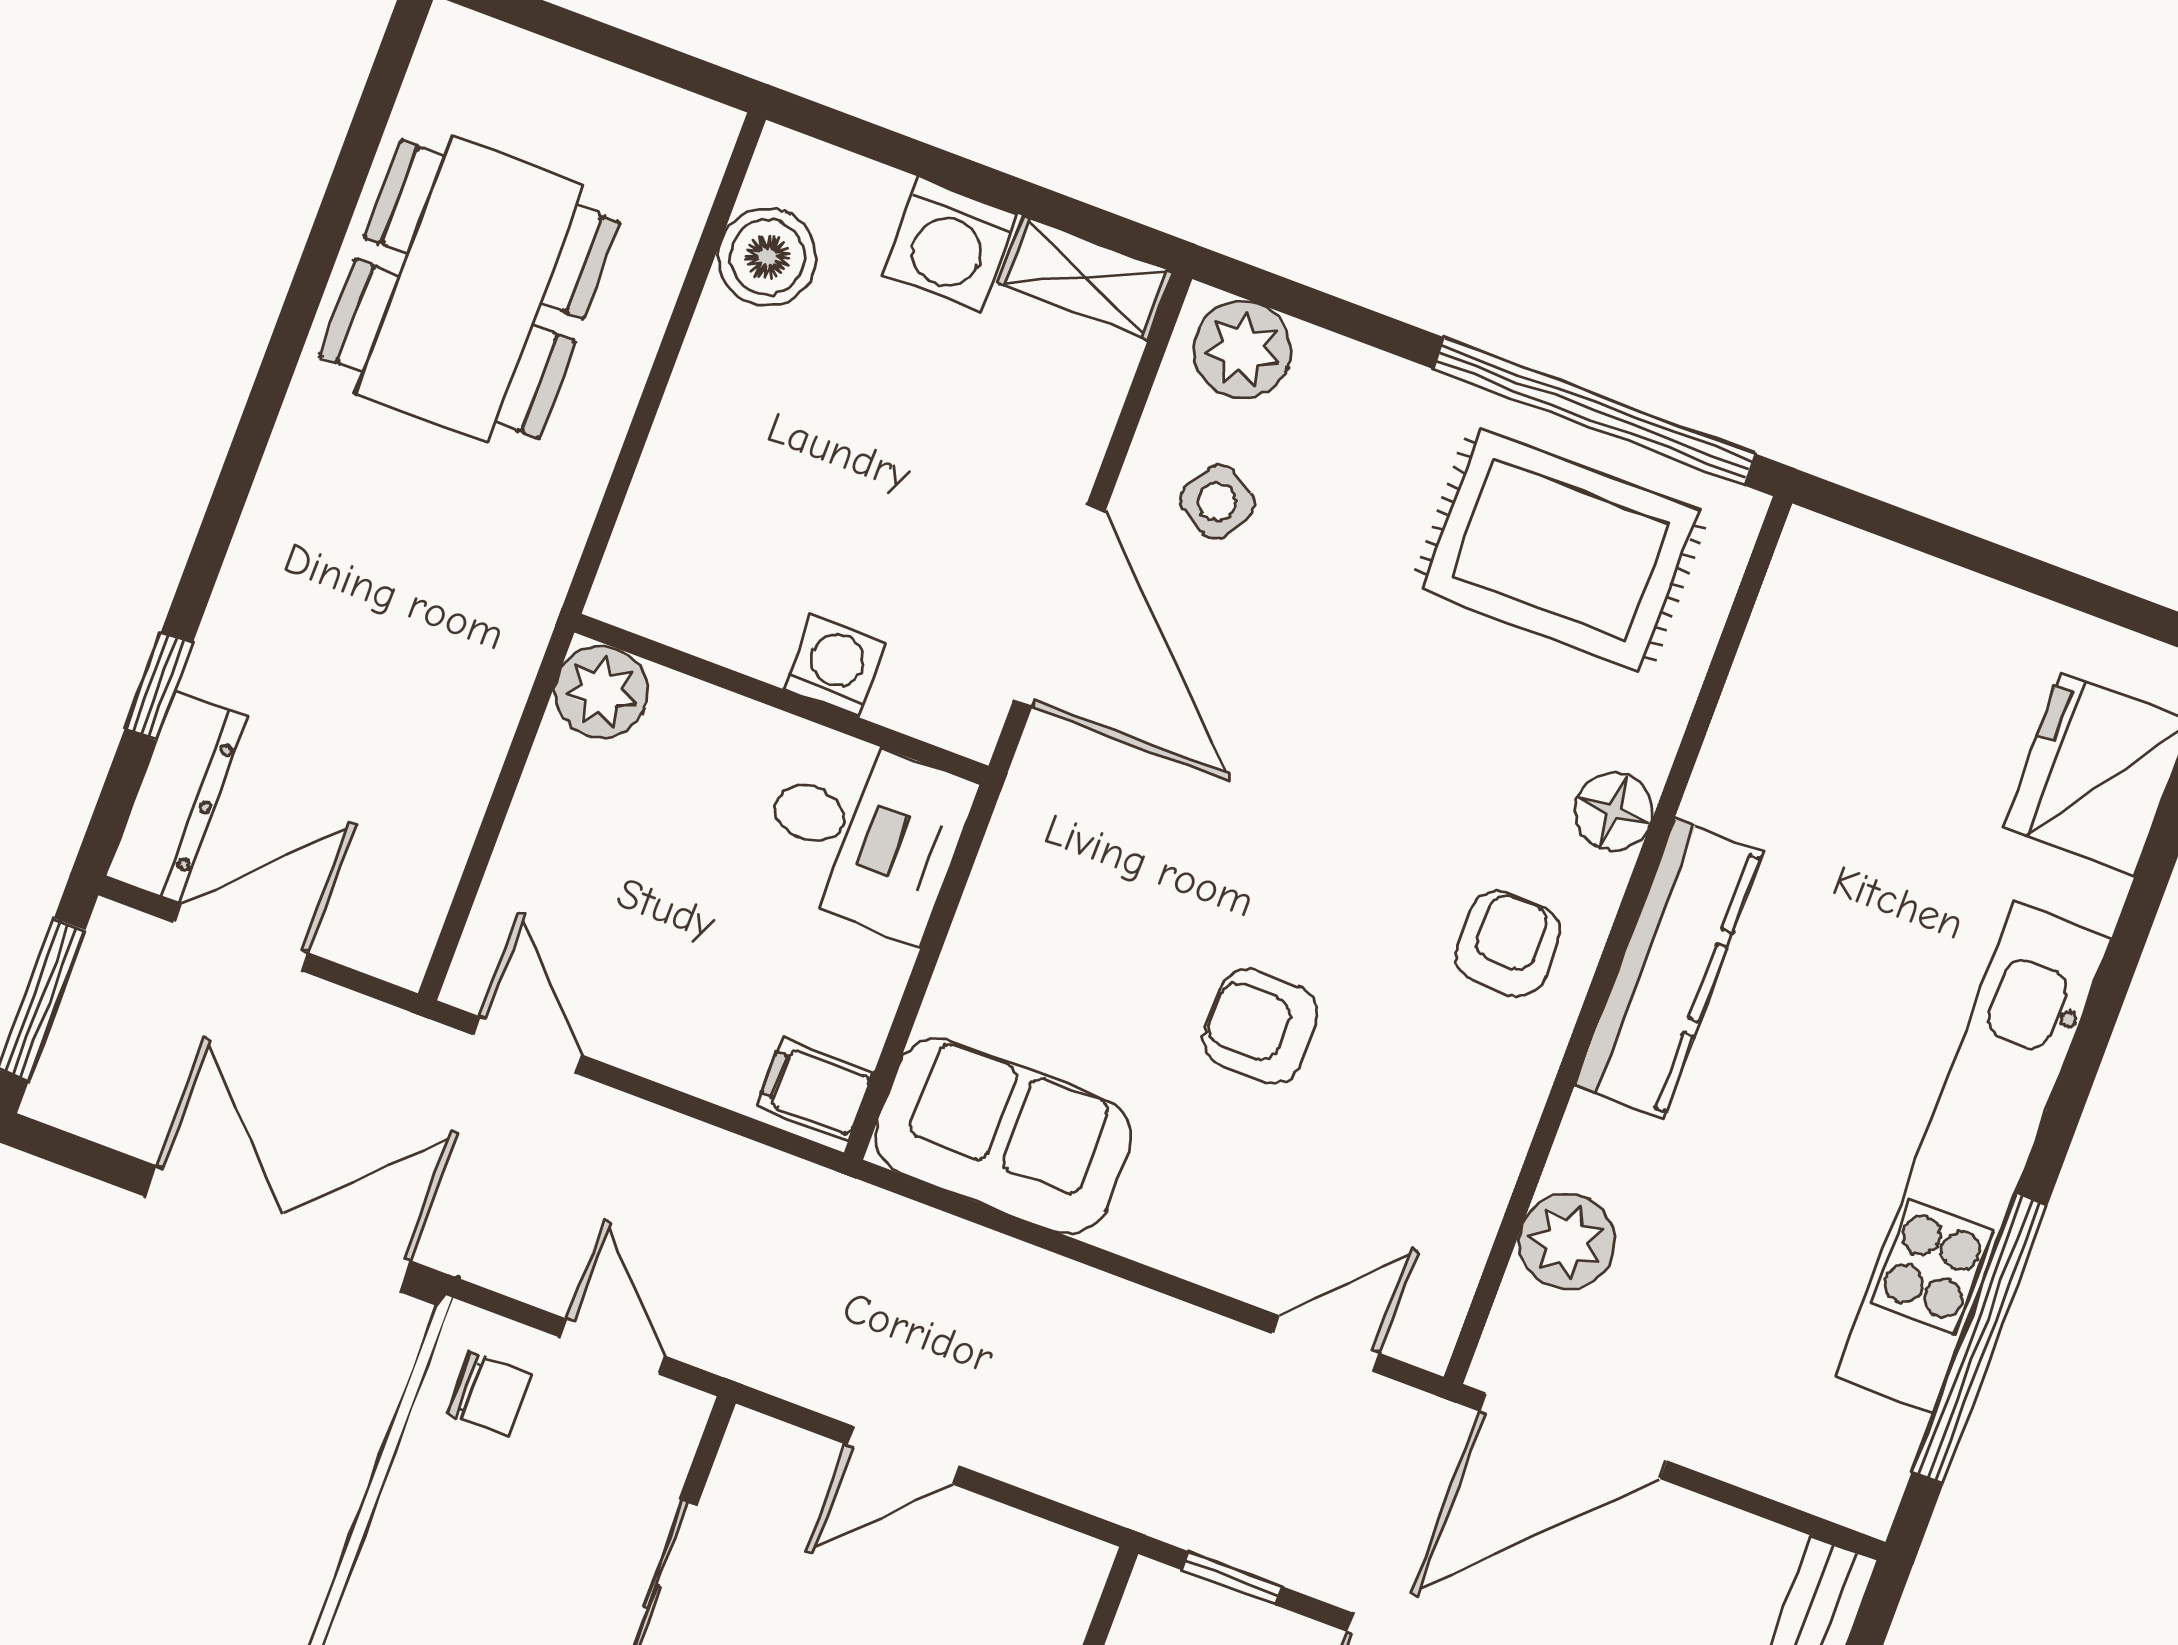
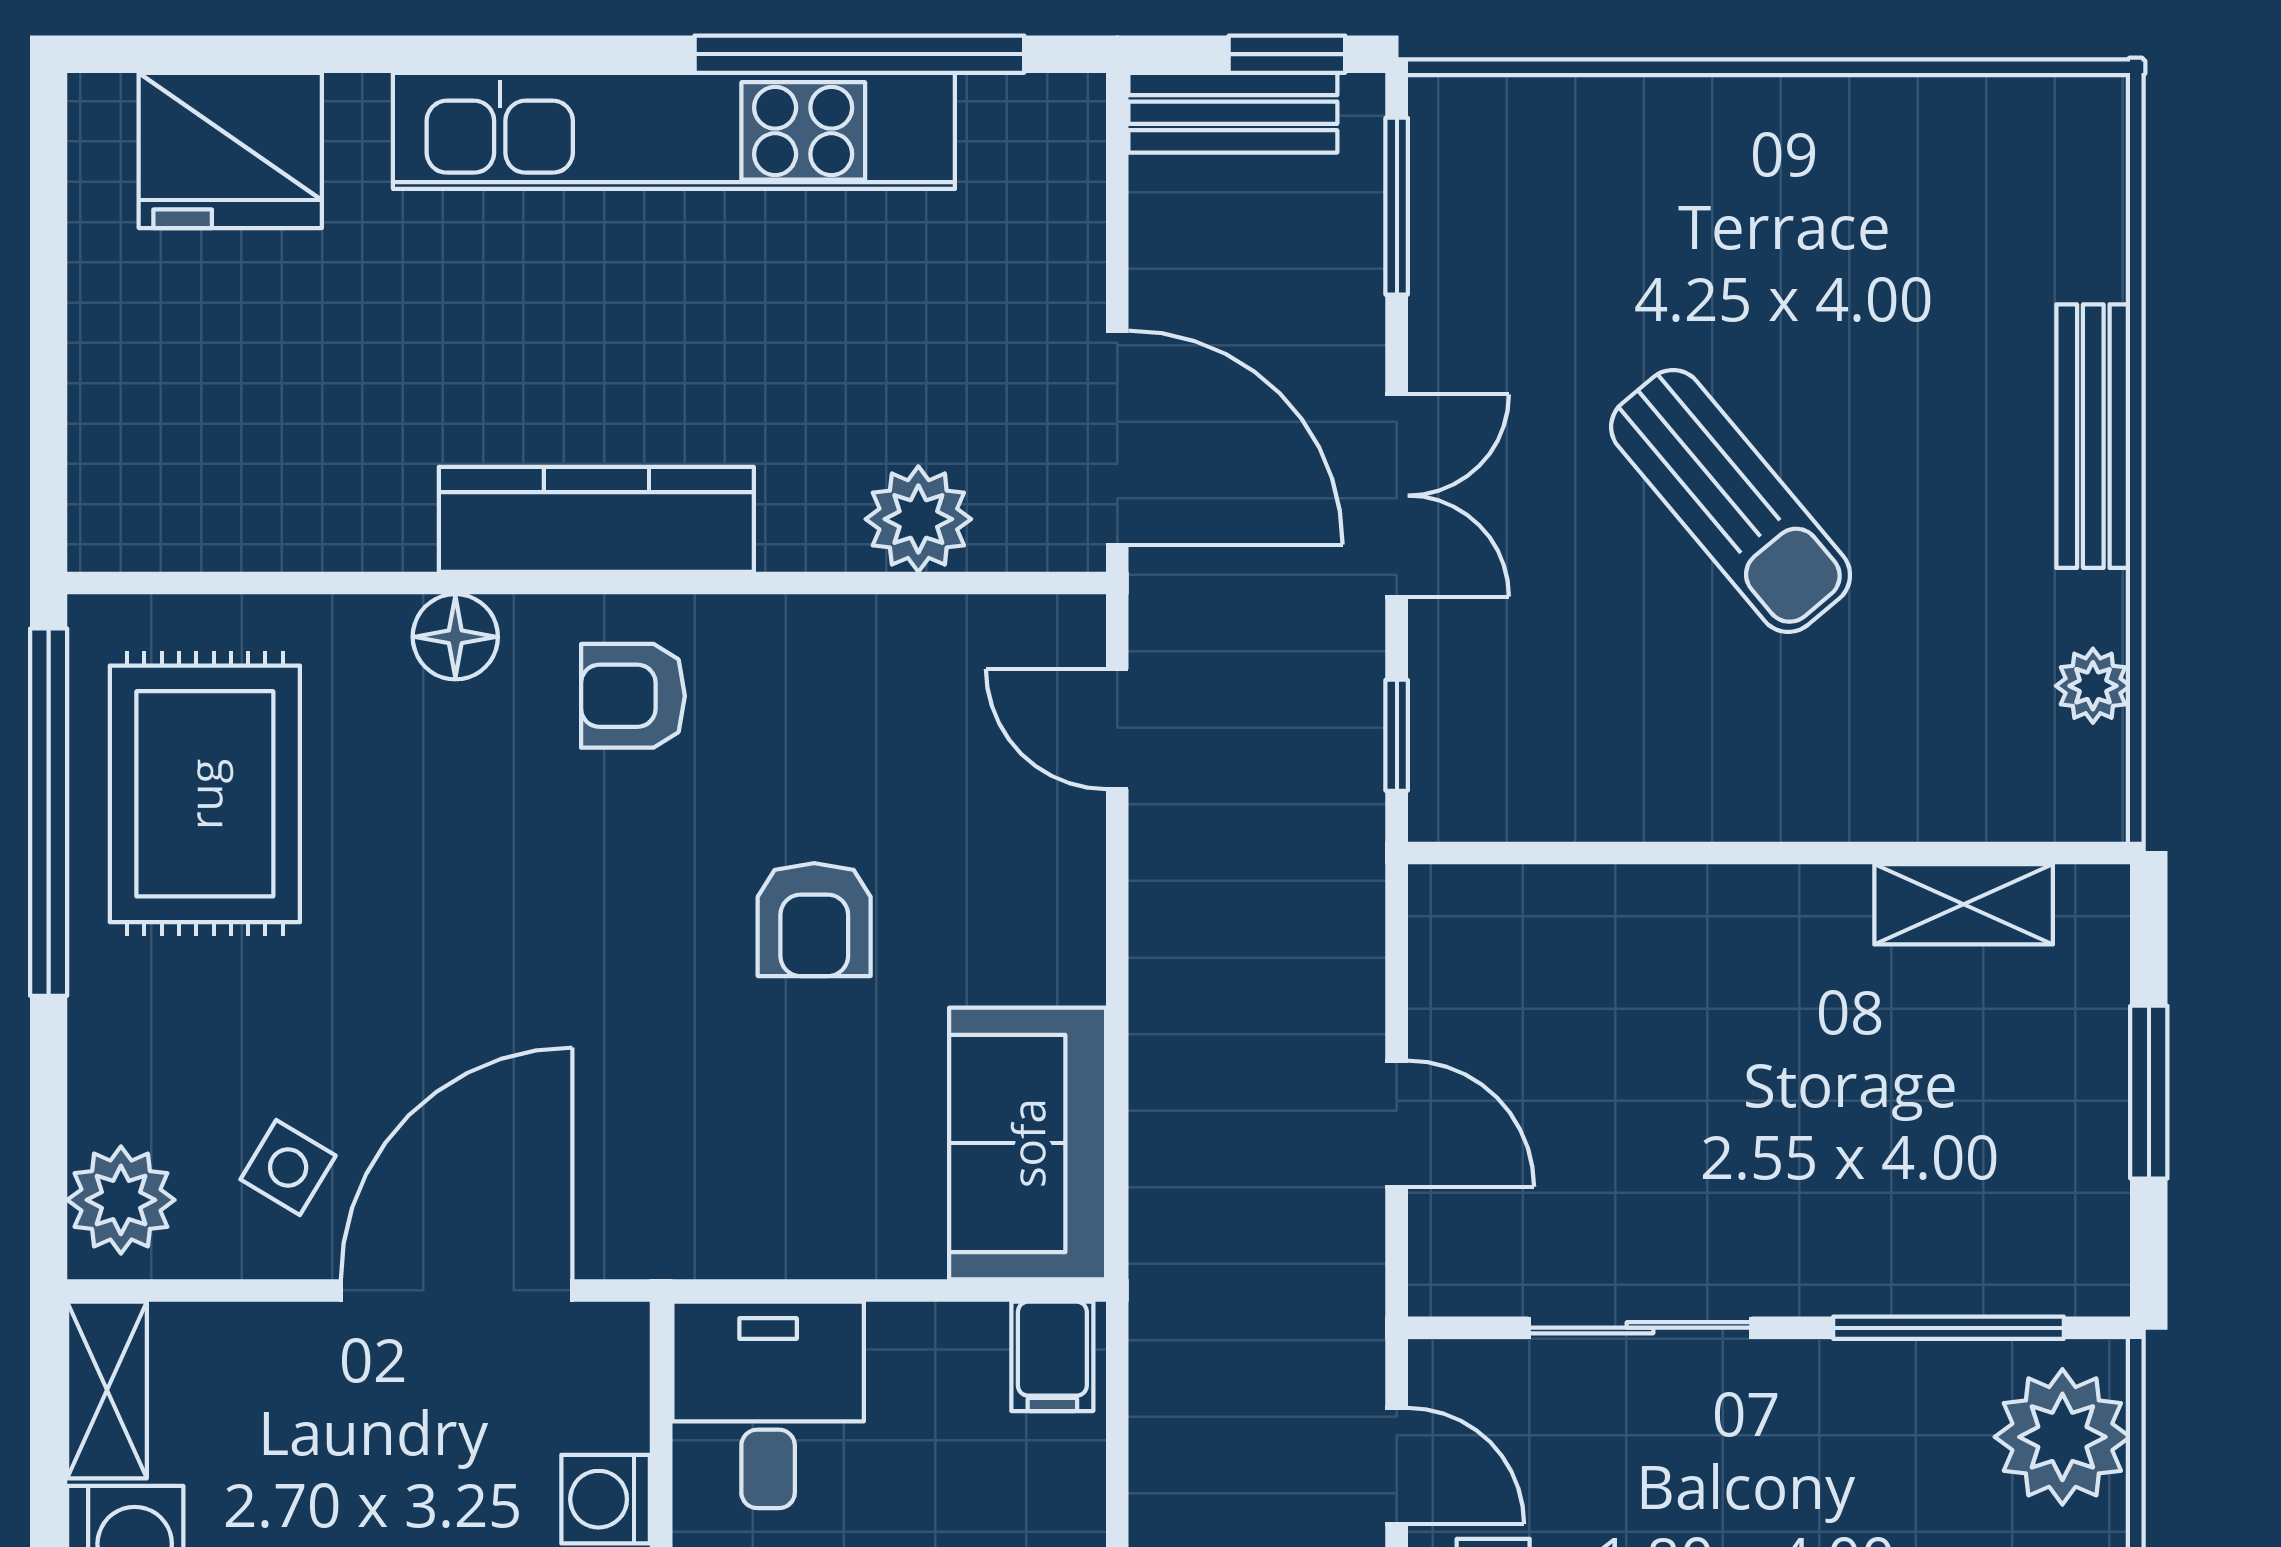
door: (613, 1347) -> (1397, 1466), swing flipped

